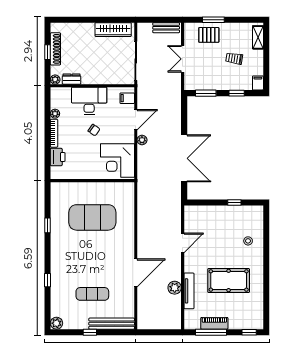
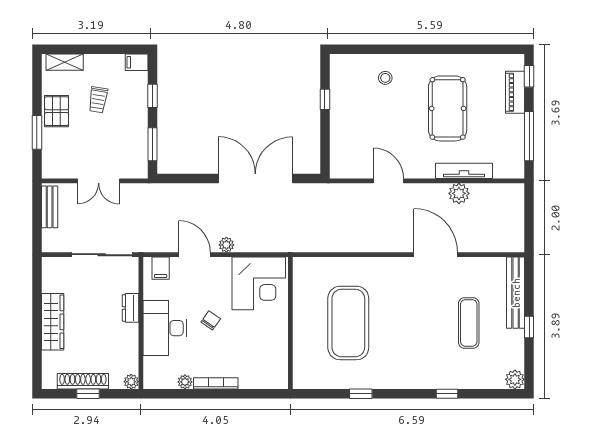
wardrobe: (113, 30) -> (53, 322), moved
pallet: (209, 35) -> (57, 111), moved
dresser: (72, 79) -> (131, 308), moved
printer: (58, 157) -> (253, 378), removed
piano: (214, 323) -> (515, 92), moved

